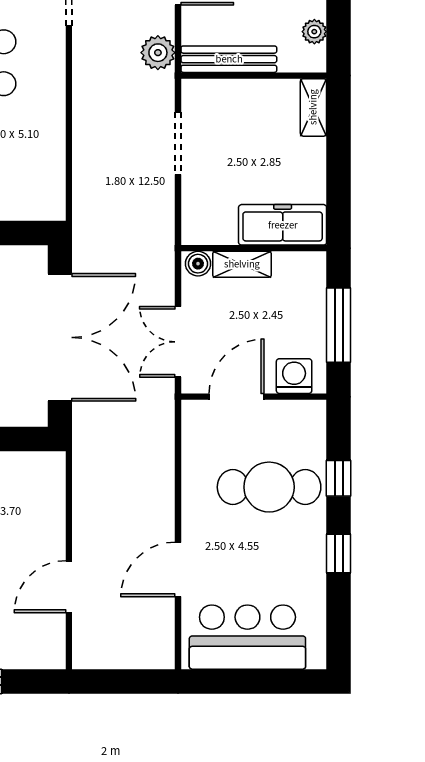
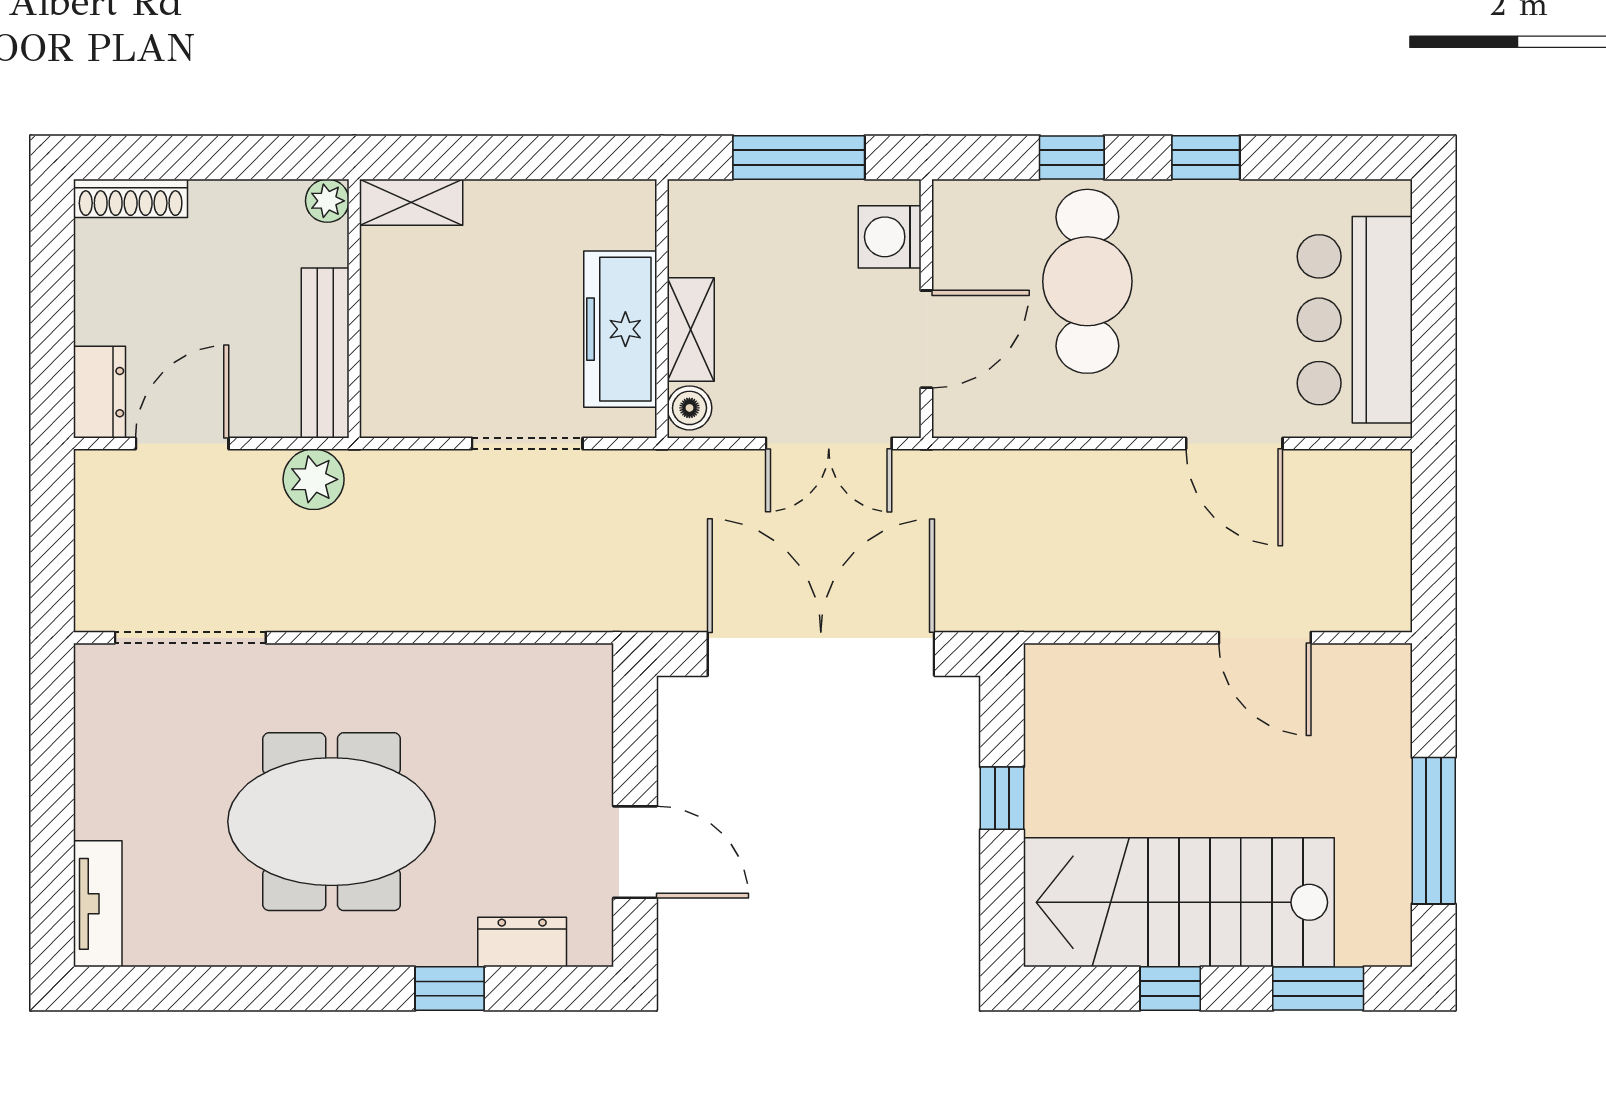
plant: (314, 32) -> (327, 201), moved
doorway: (178, 143) -> (527, 443), moved
freezer: (283, 225) -> (620, 329), moved
door: (237, 397) -> (926, 339), swing flipped

